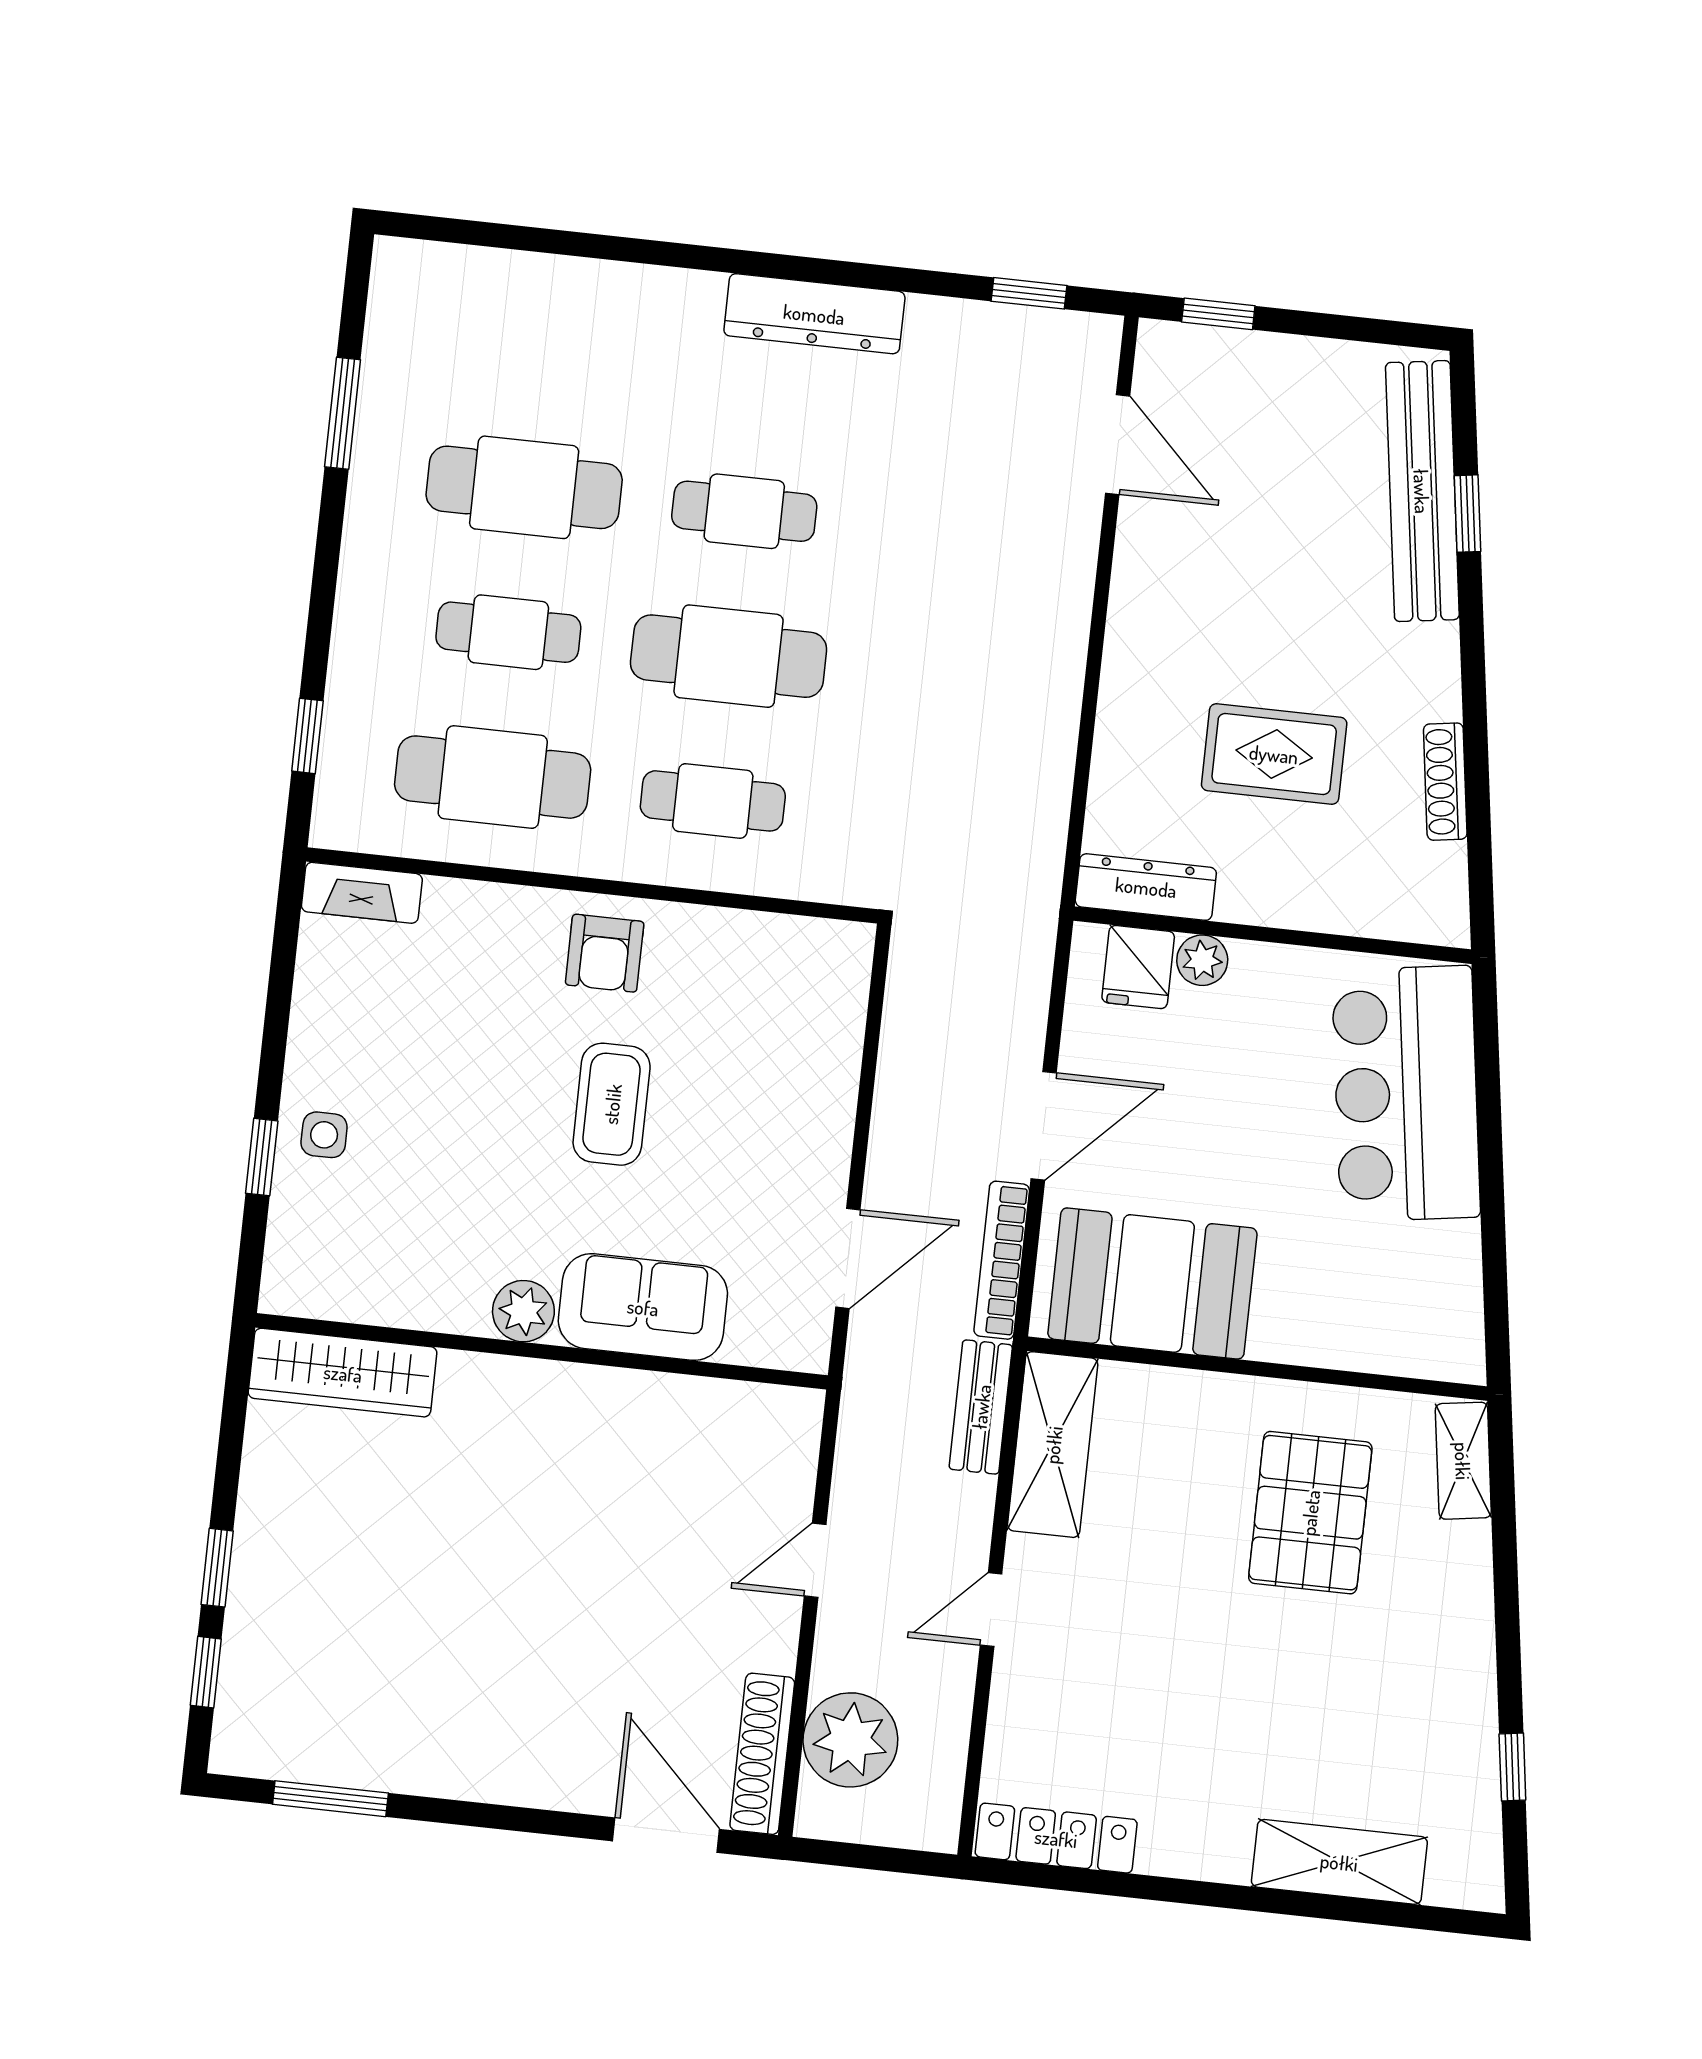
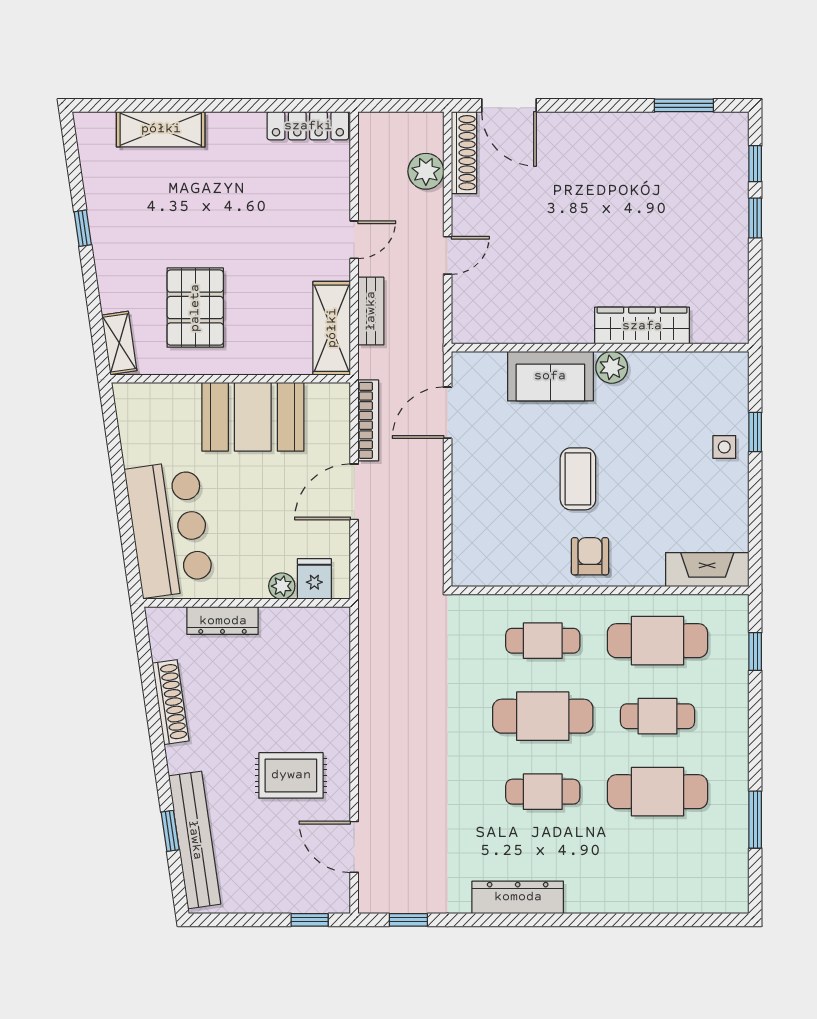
rug: (1274, 754) -> (291, 775), moved
shoe rack: (1445, 782) -> (171, 702), width x1.36, depth x1.24
dresser: (1146, 887) -> (223, 621), moved
fireplace: (362, 893) -> (707, 570), width x1.37, depth x1.32
booth: (1152, 1283) -> (253, 417), moved
wardrobe: (343, 1373) -> (642, 326), moved
bench: (981, 1407) -> (371, 311), moved
plant: (850, 1740) -> (426, 171), width x0.73, depth x0.73
window: (1512, 1767) -> (83, 228), moved

